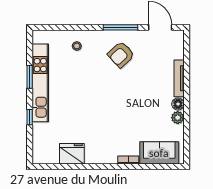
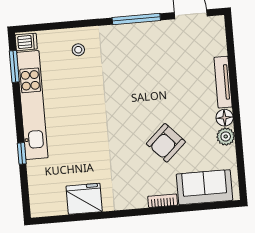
dishwasher: (40, 37) -> (26, 42), added
armchair: (121, 55) -> (166, 143), moved
window: (30, 77) -> (14, 66), moved

